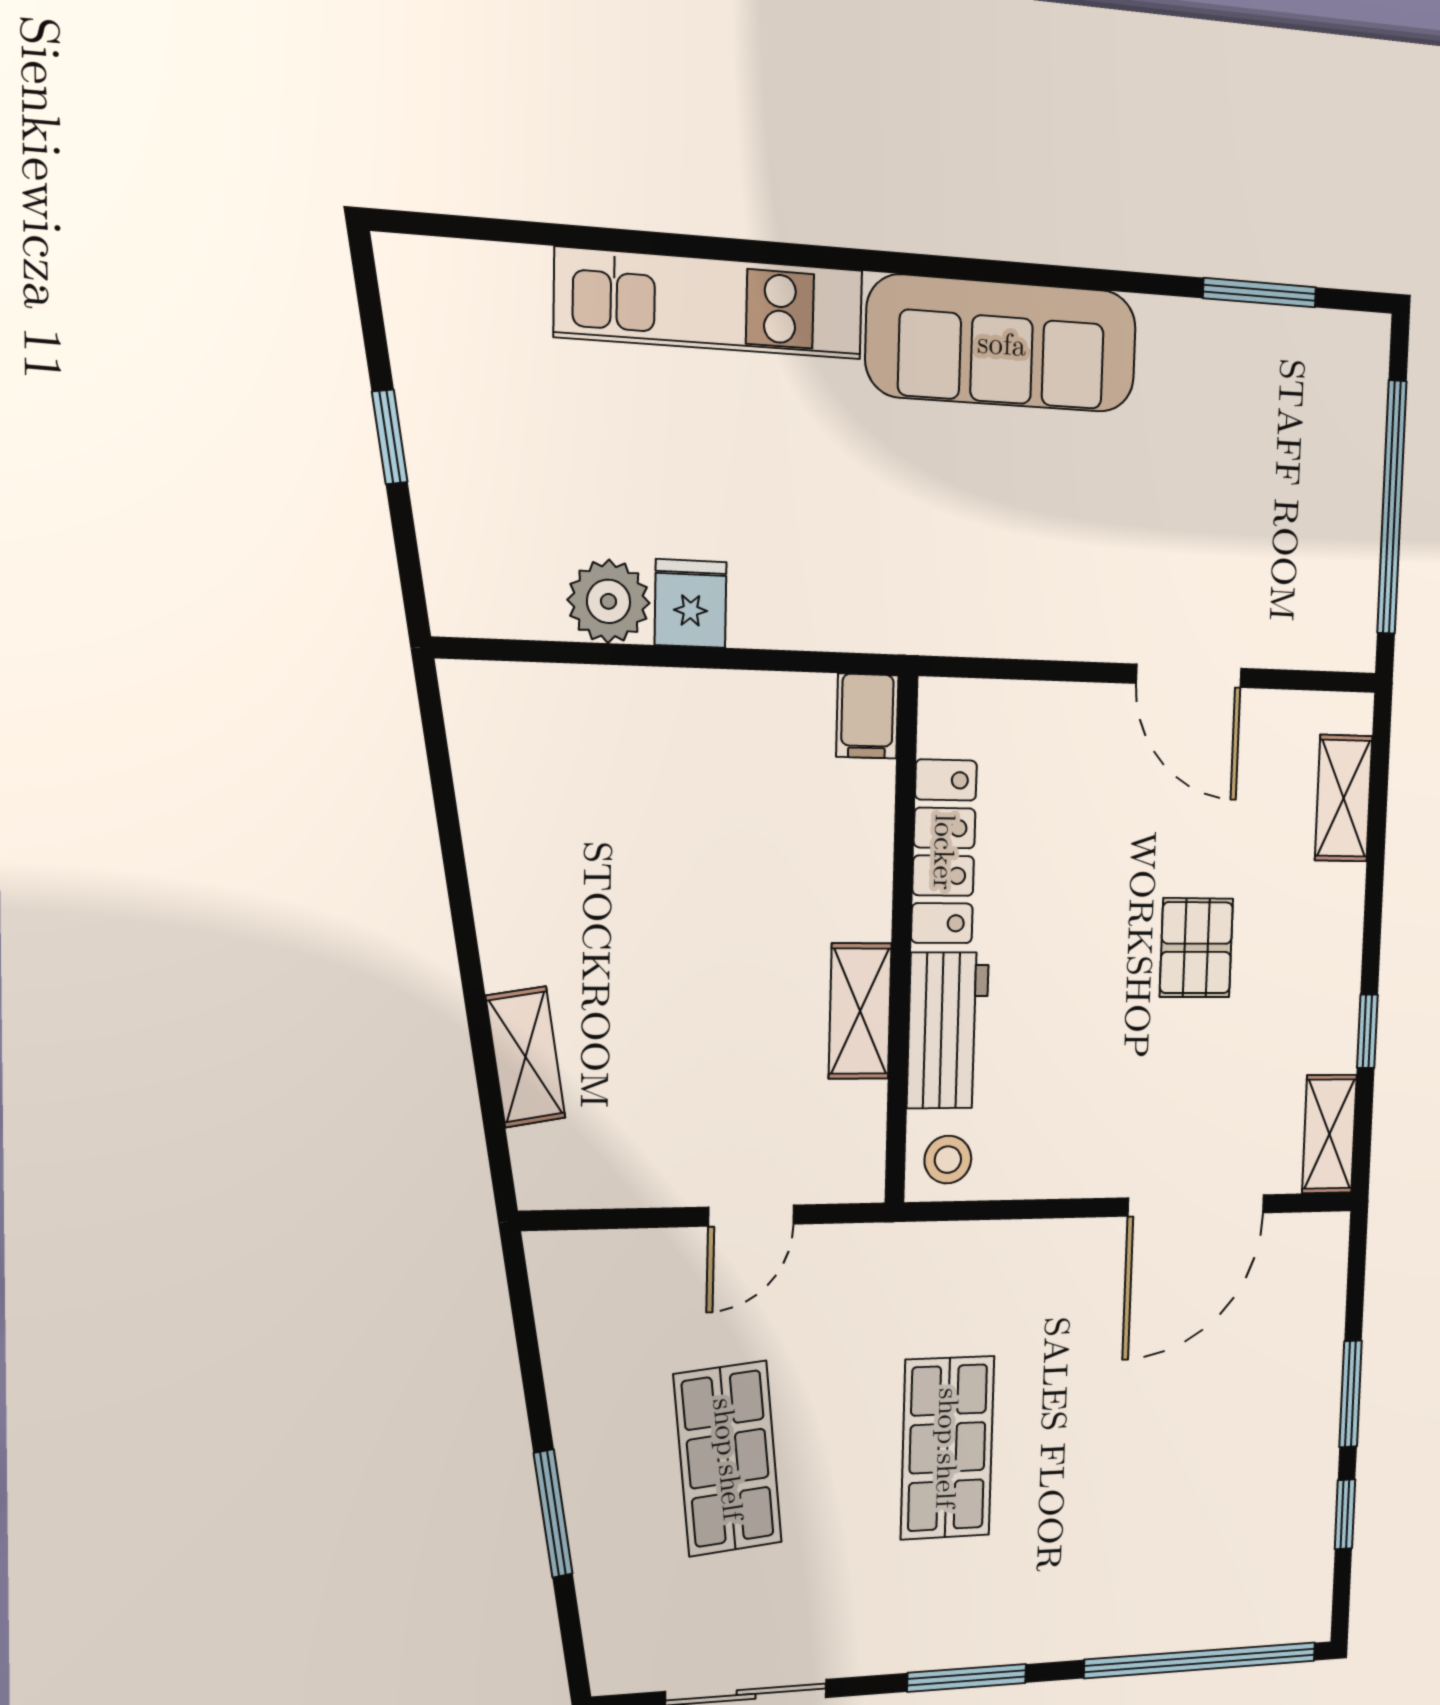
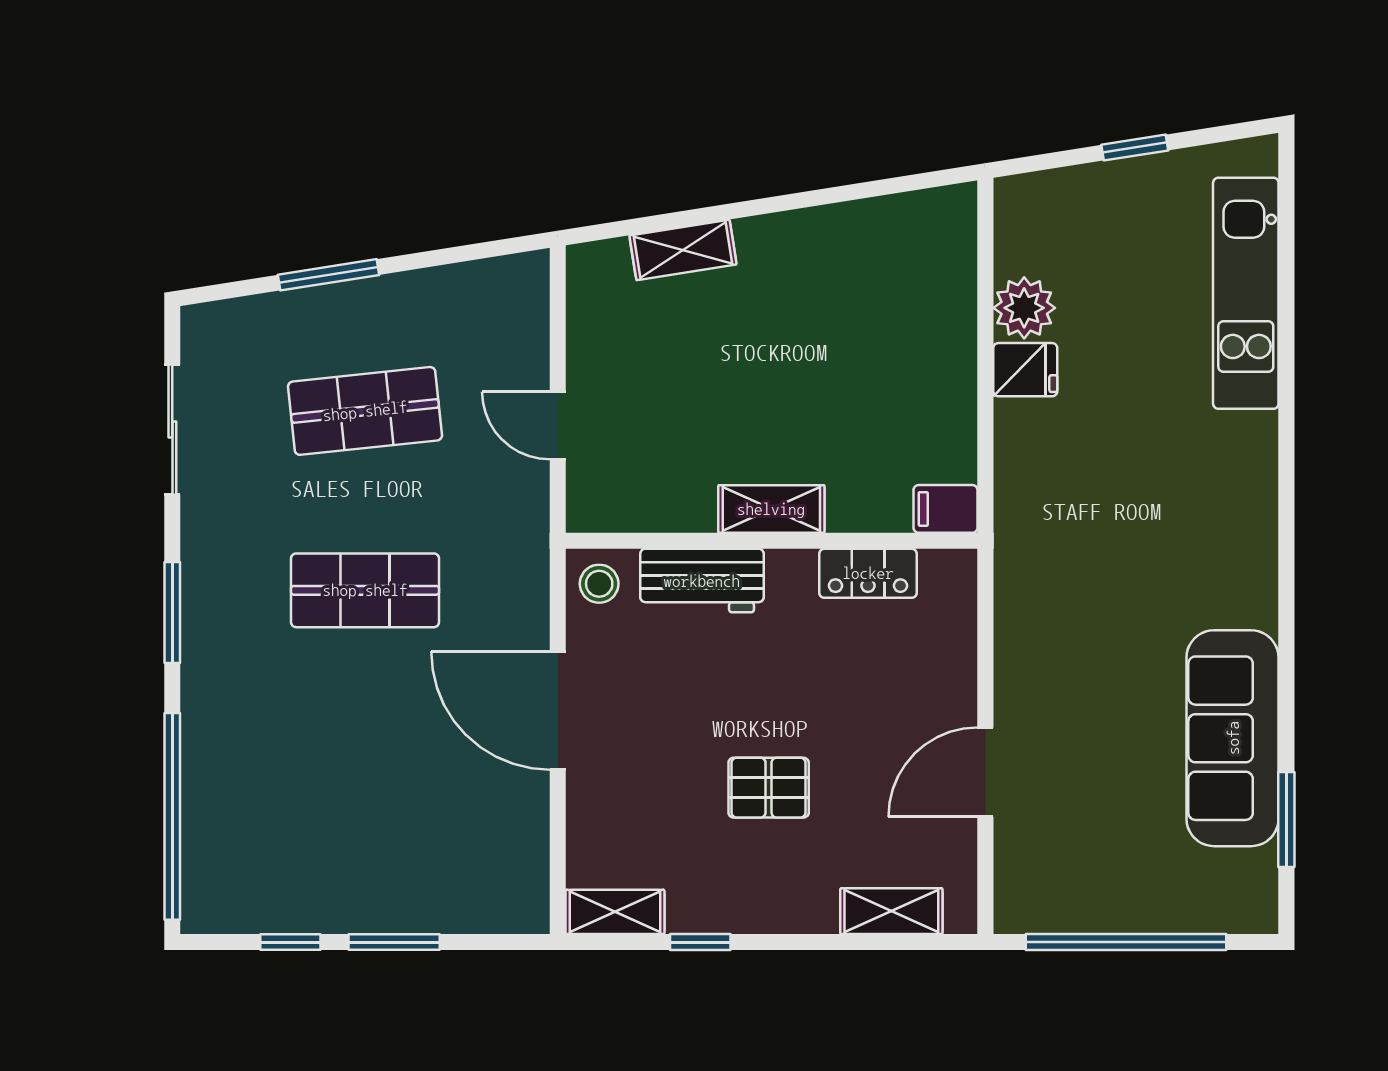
kitchen unit: (710, 304) -> (1246, 293), moved
sofa: (1002, 344) -> (1233, 738), moved
locker: (944, 852) -> (868, 573), width x0.66
shelving: (860, 1011) -> (771, 509), moved
door: (1196, 1205) -> (558, 711), moved

